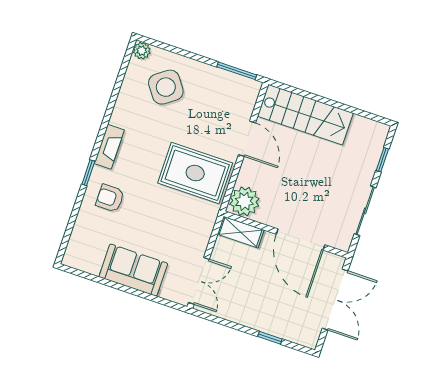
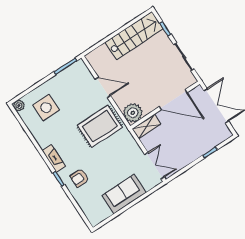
side table: (166, 87) -> (46, 108), turned 36
stairs: (305, 115) -> (134, 36), moved

